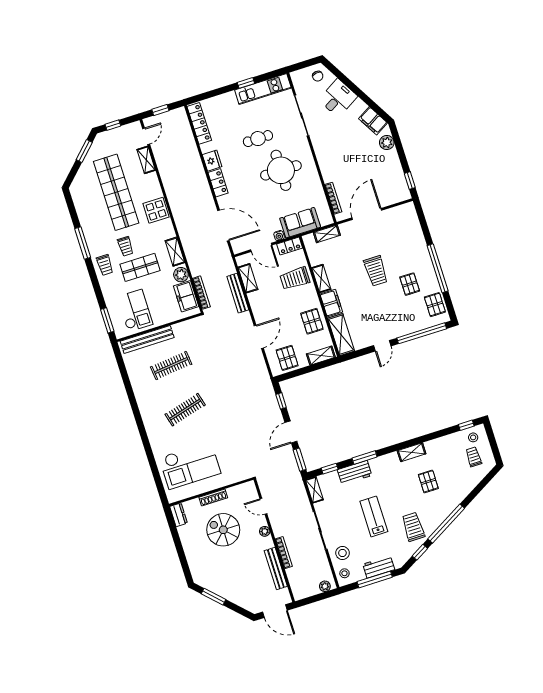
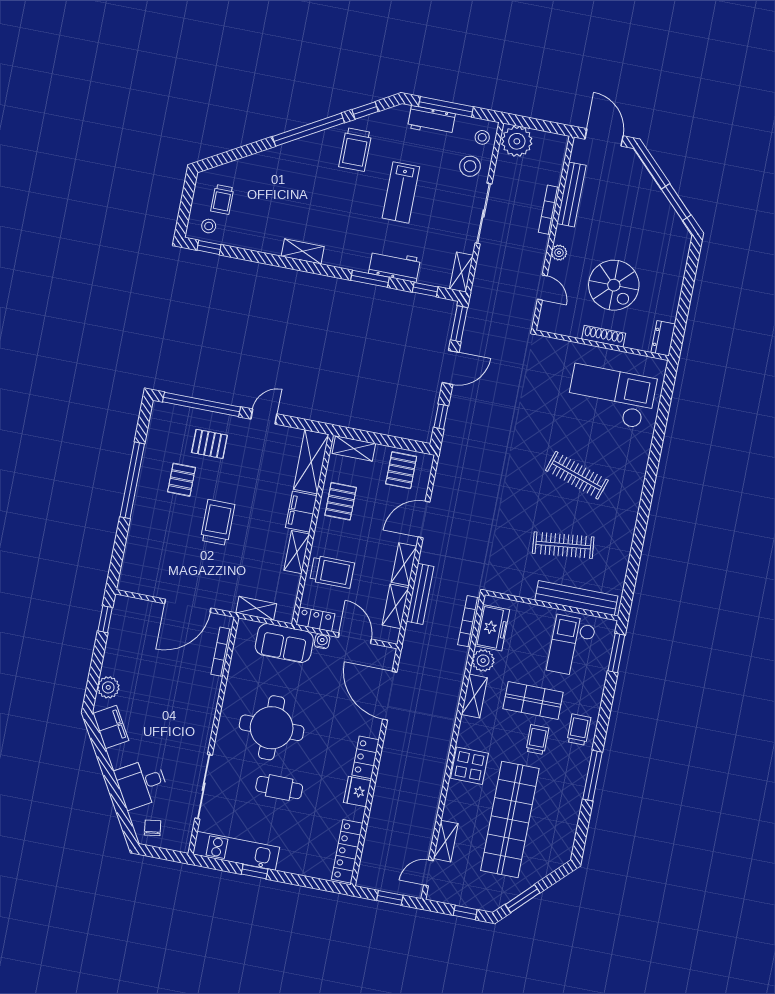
shelving: (256, 305) -> (404, 564), added
pallet: (435, 305) -> (209, 444), moved, turned 90
clothes rail: (185, 410) -> (577, 475), turned 33
pallet: (428, 481) -> (302, 200), removed
plant: (325, 586) -> (517, 141), width x1.88, depth x1.88

